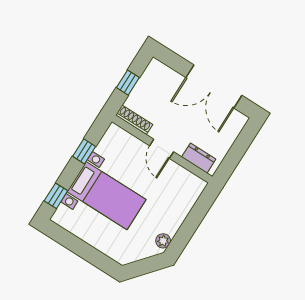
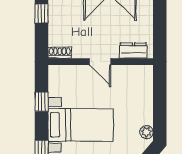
window: (128, 83) -> (41, 14), moved
shoe rack: (134, 120) -> (60, 53), width x0.70

